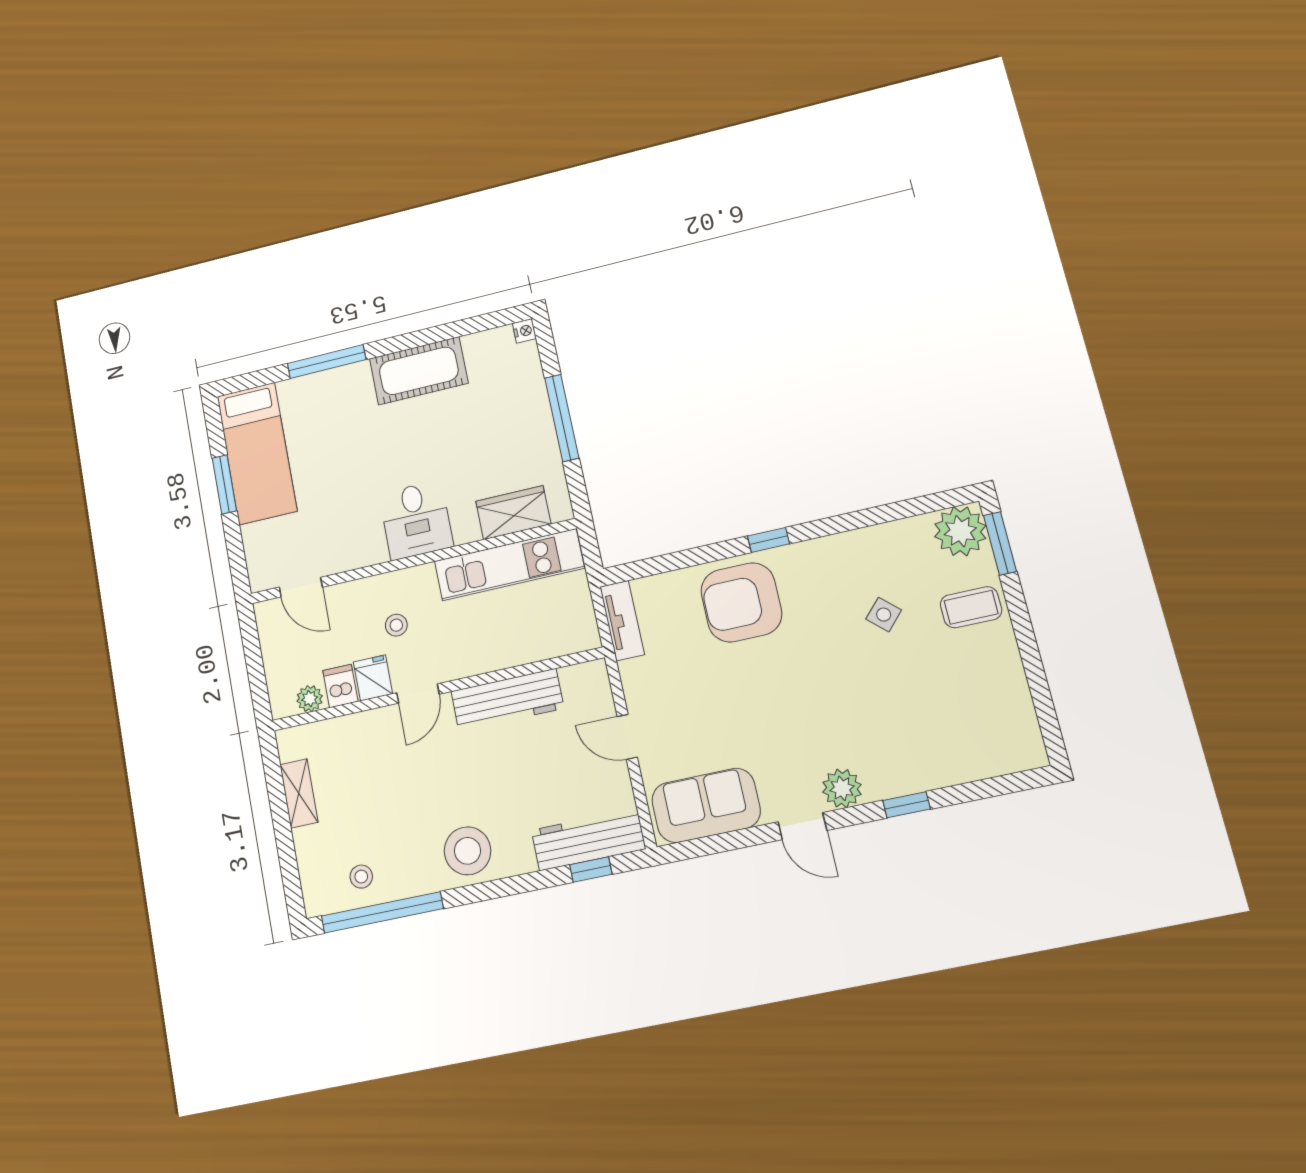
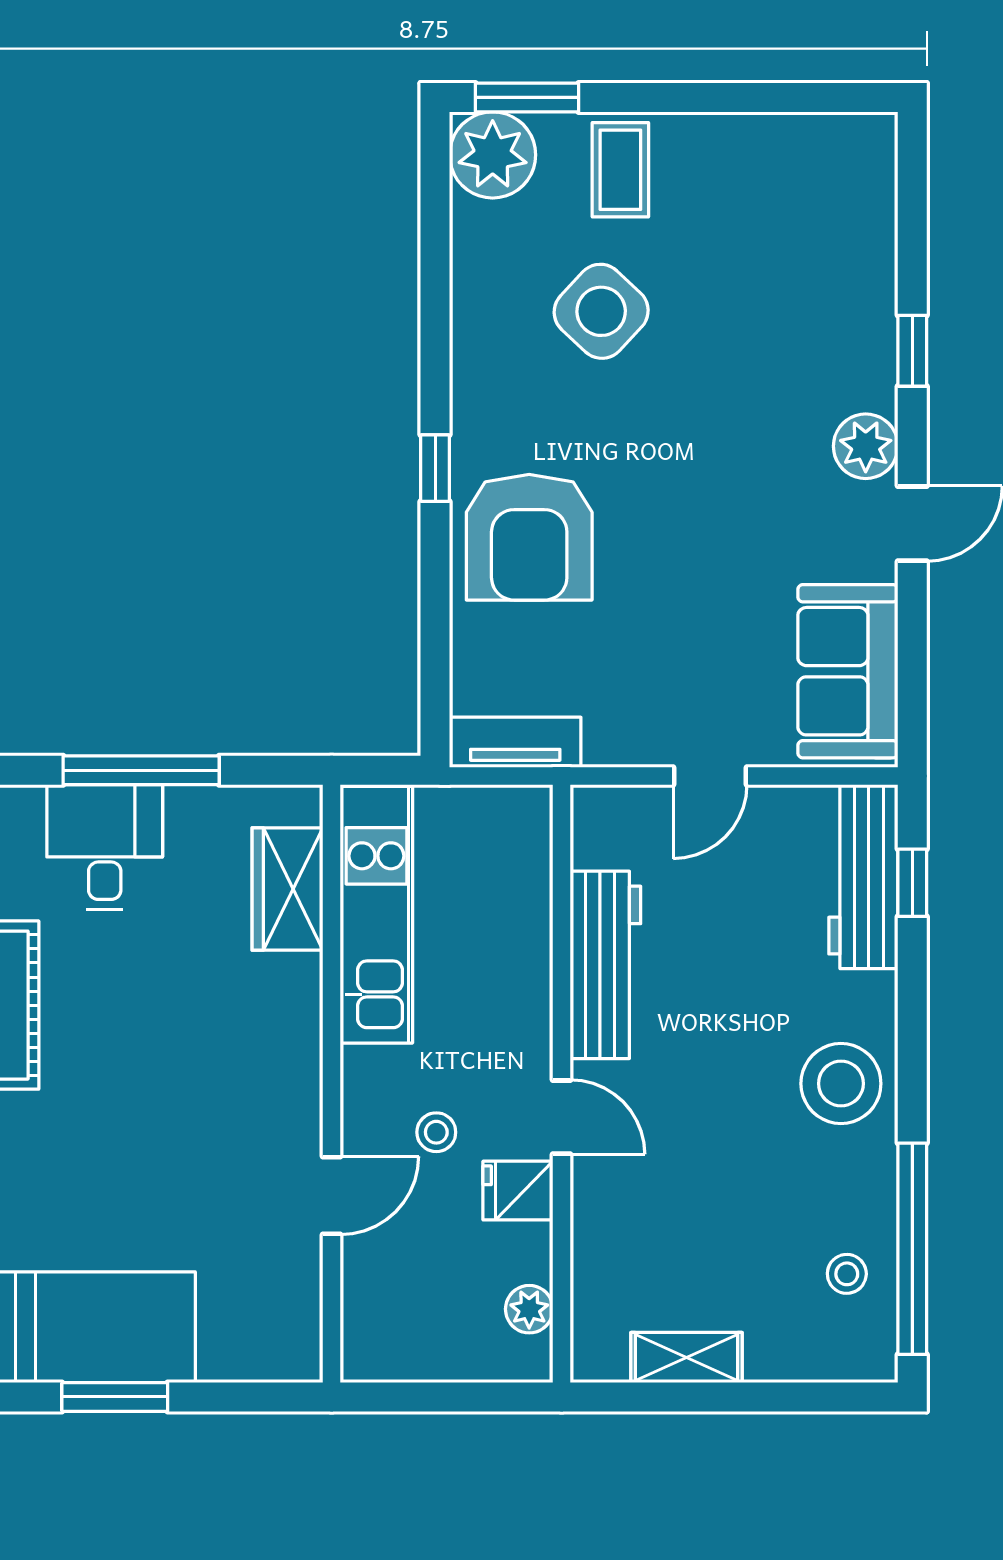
desk: (416, 520) -> (105, 847), moved, turned -90
door: (301, 587) -> (332, 1196), moved
side table: (884, 615) -> (601, 311), width x1.87, depth x1.87
dishwasher: (340, 686) -> (519, 1251), removed

